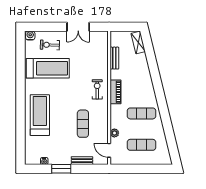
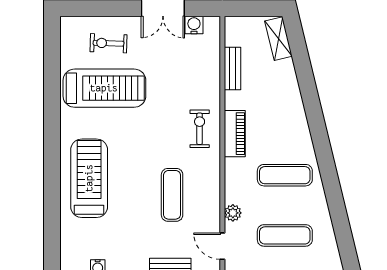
water cooler: (30, 35) -> (194, 25), moved

